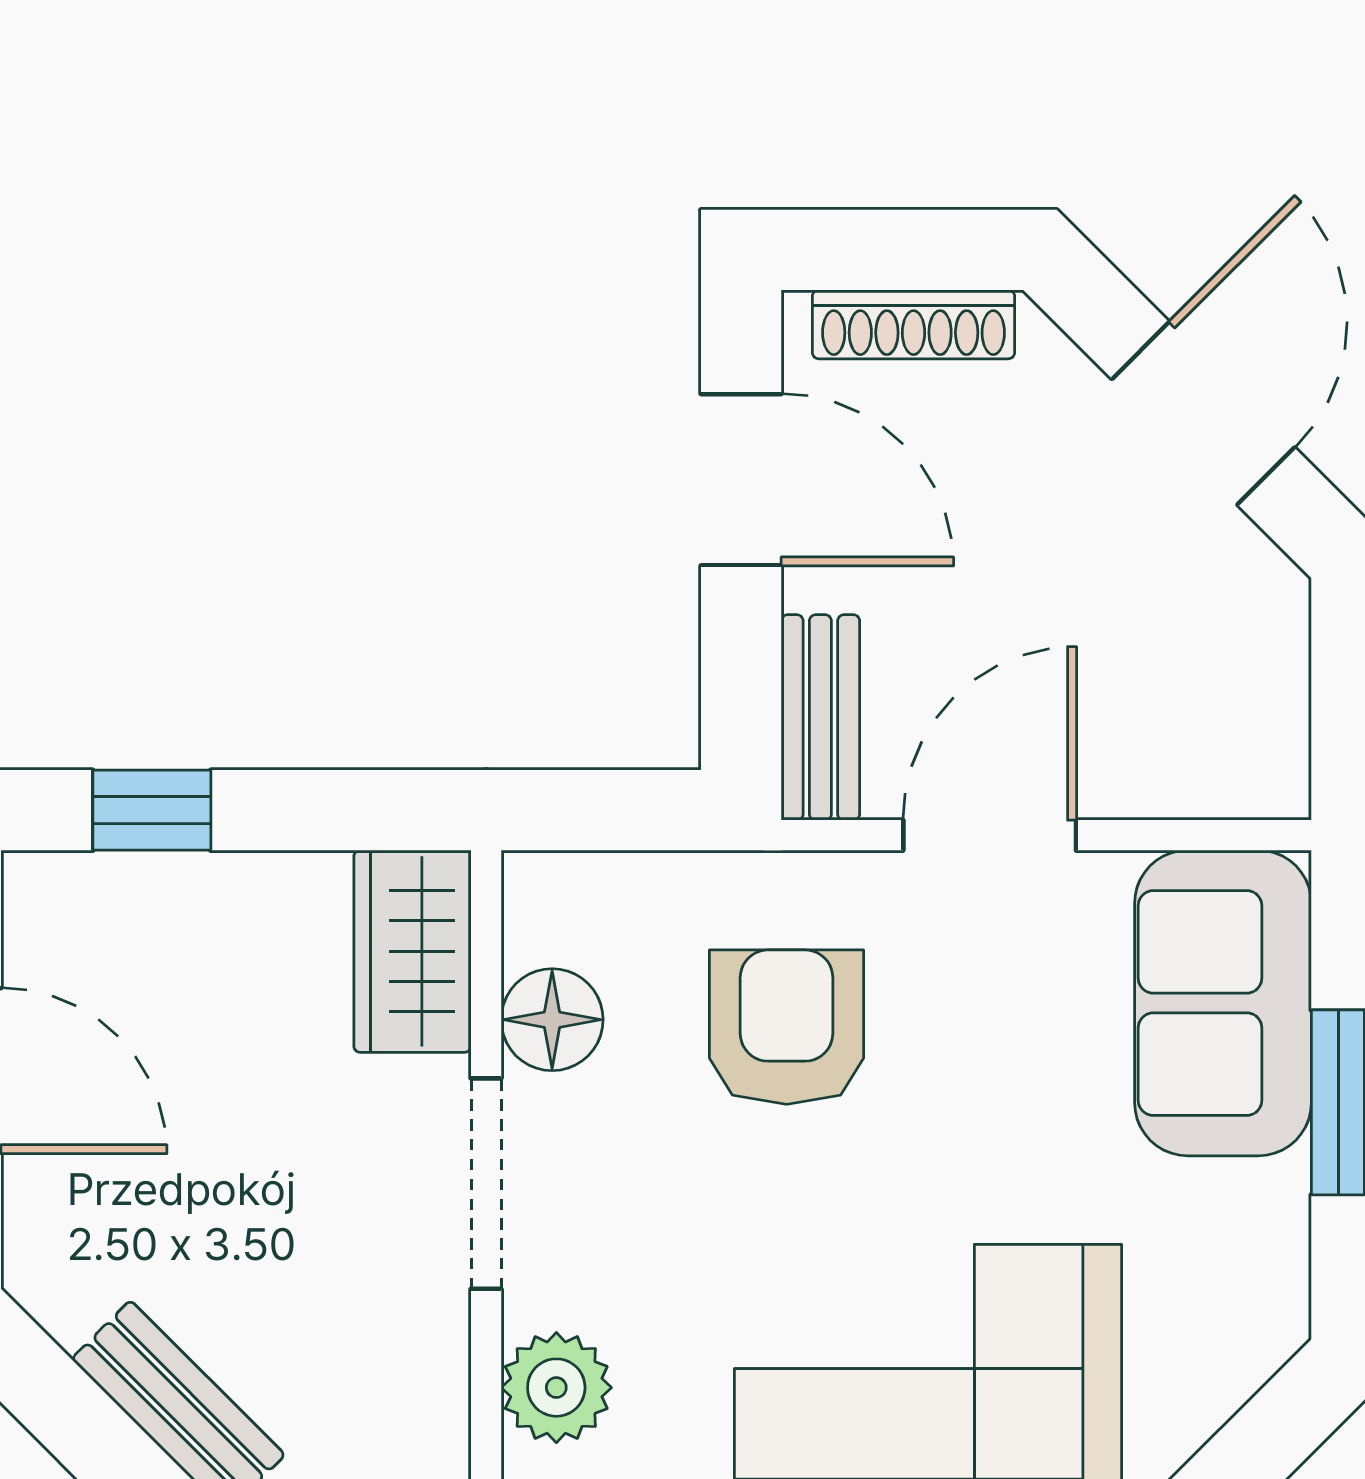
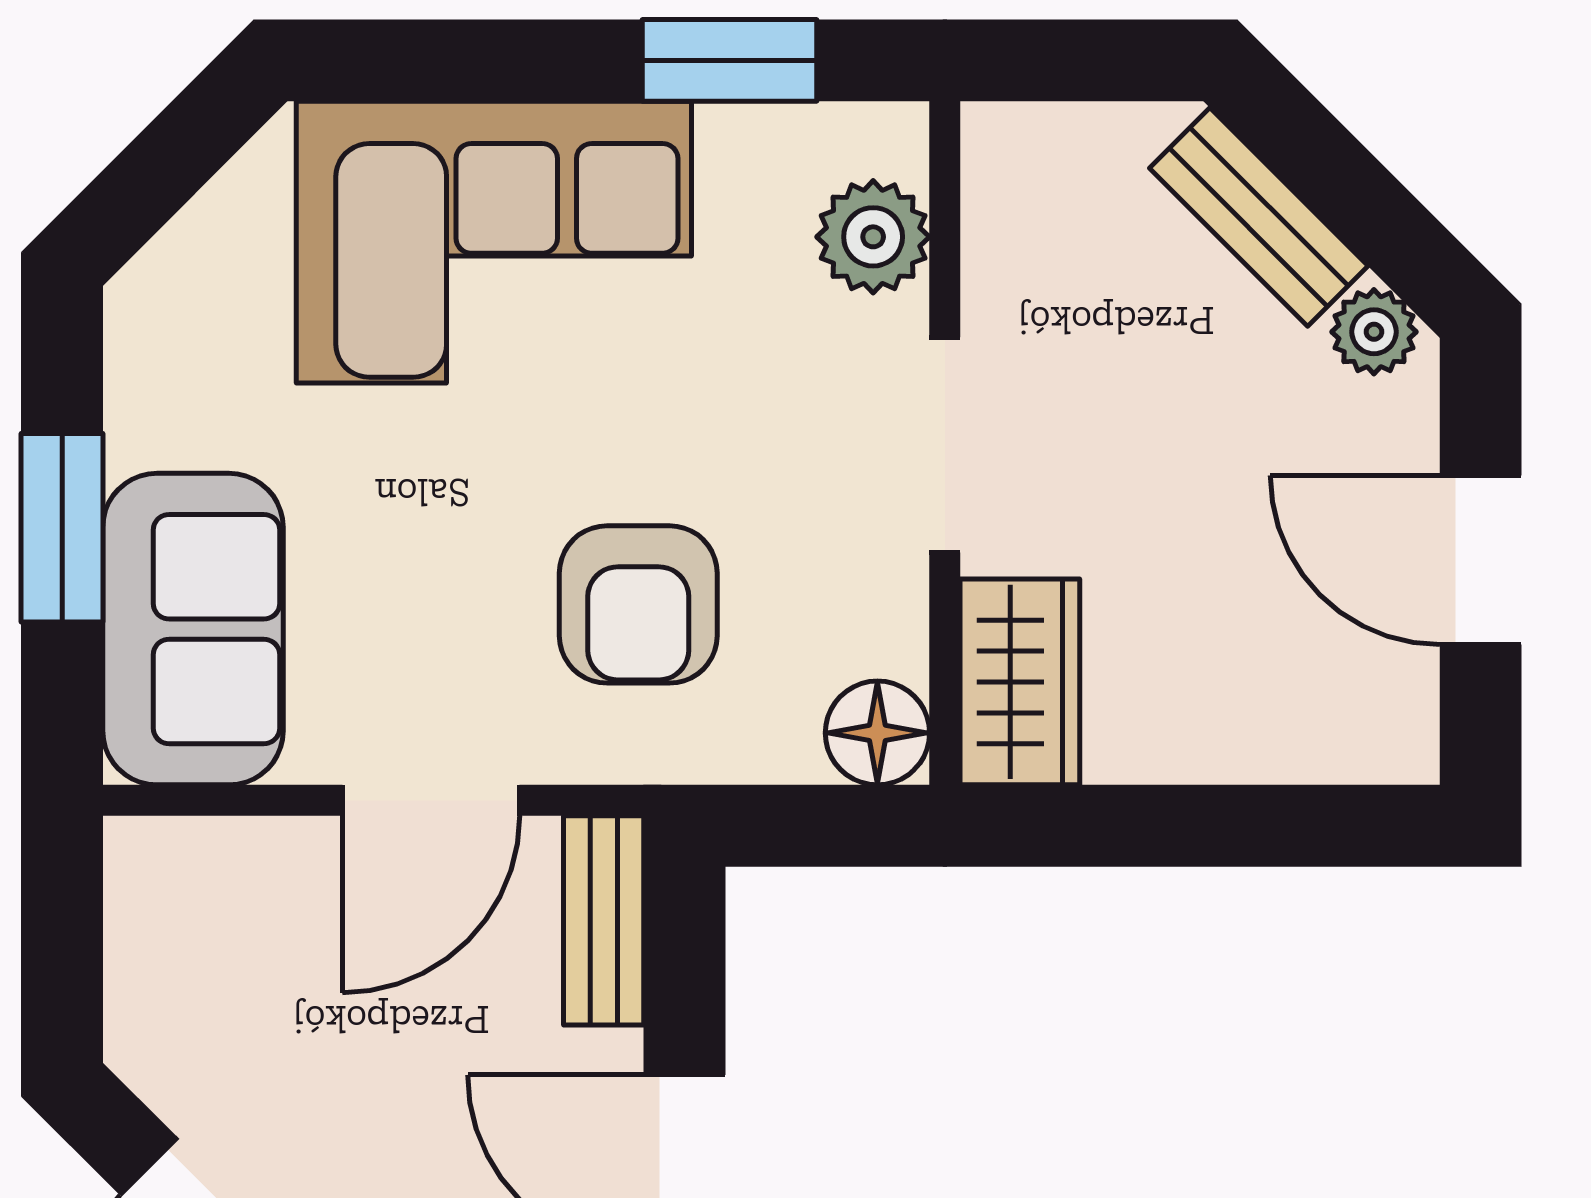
window: (152, 810) -> (1286, 826), removed
floor lamp: (552, 1020) -> (877, 733), moved
plant: (65, 1294) -> (1374, 332), added

